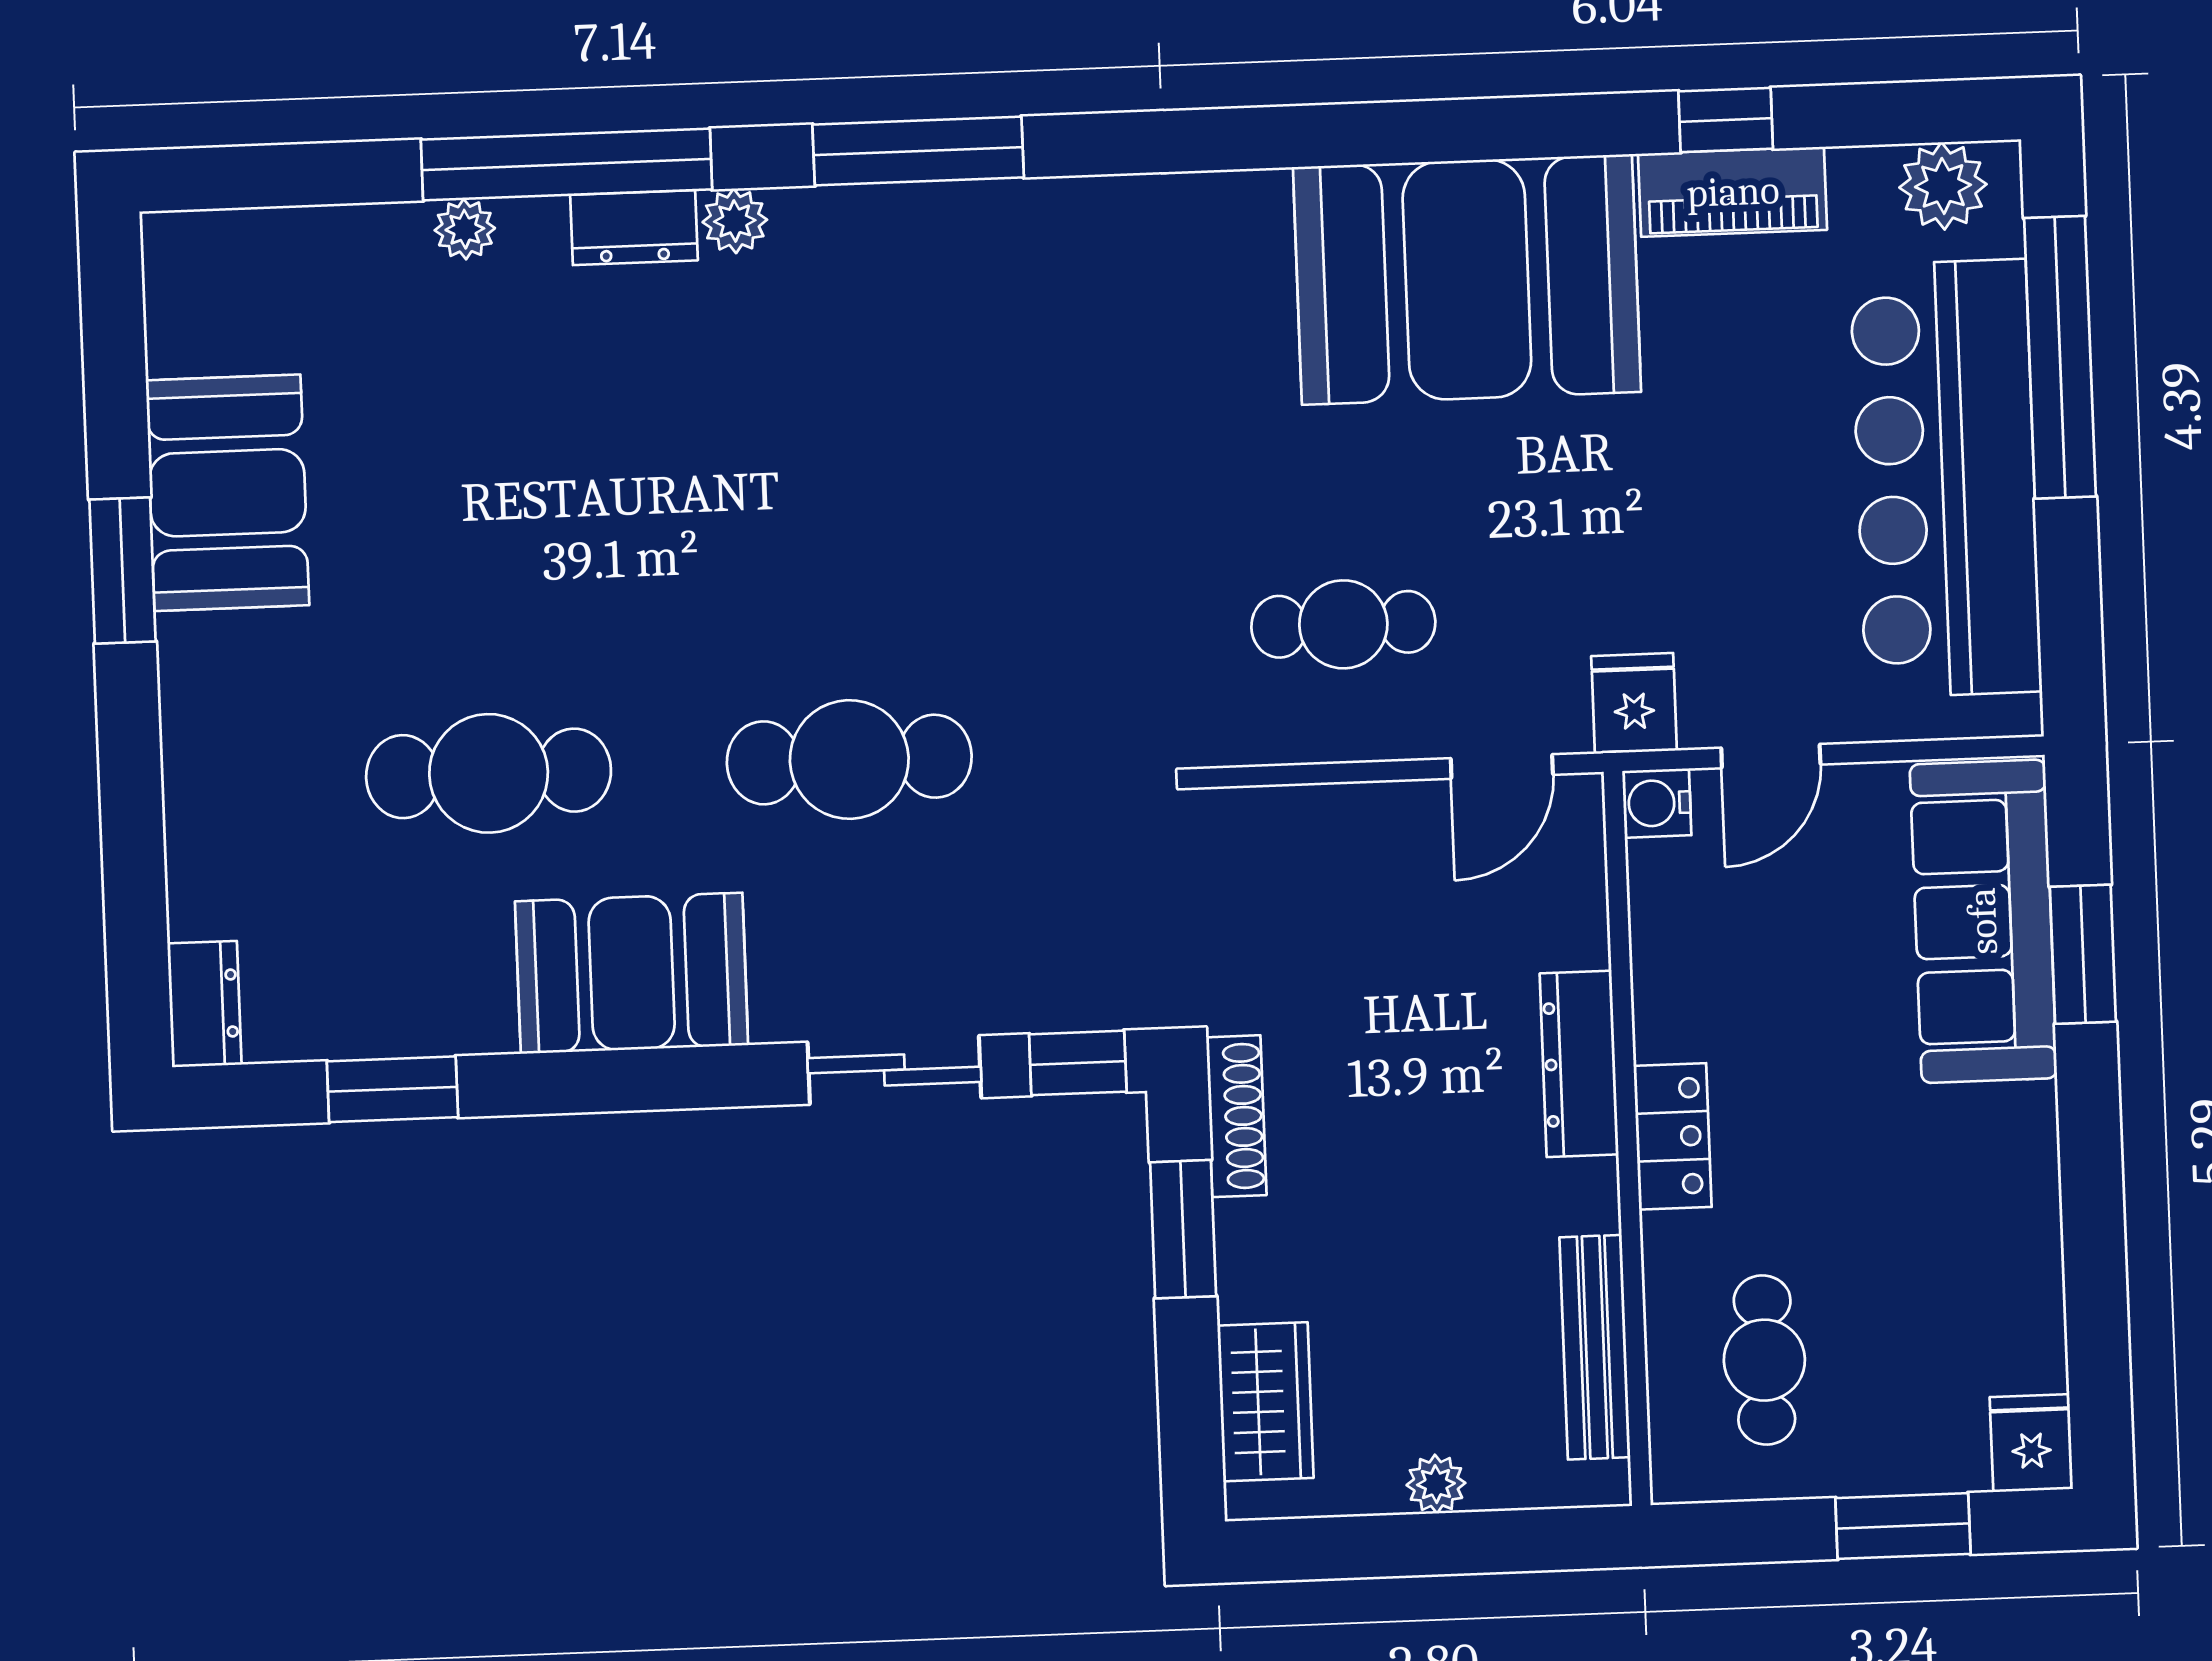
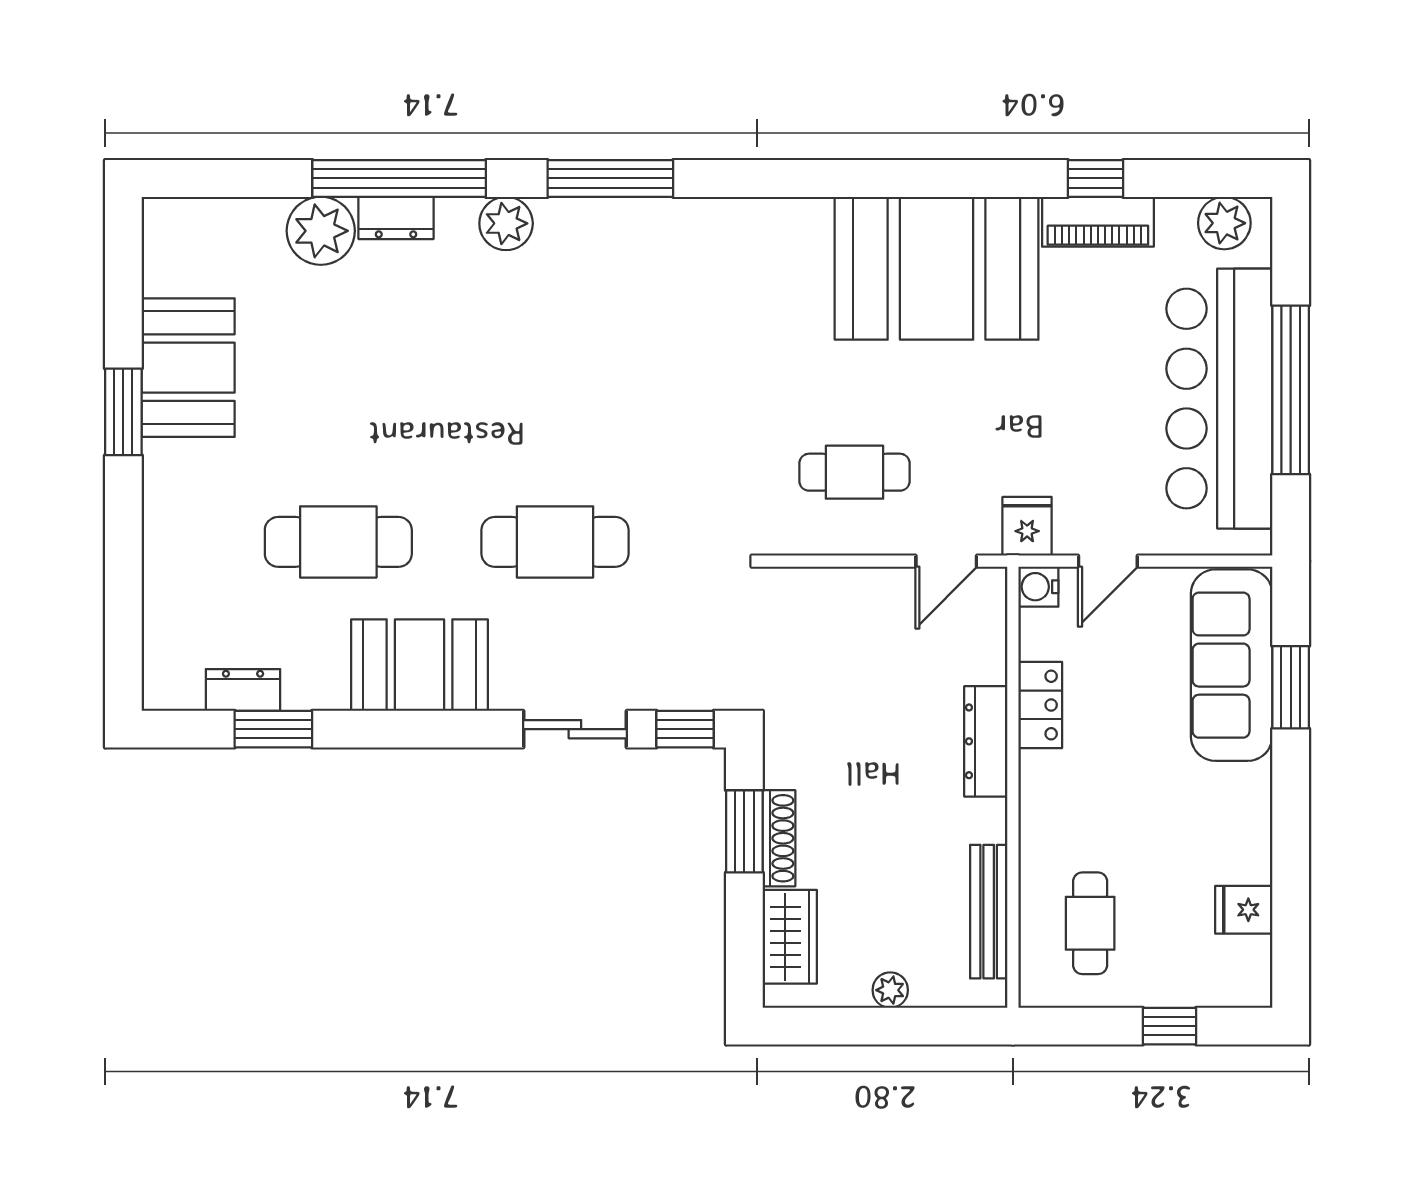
plant: (735, 221) -> (506, 223), width x1.38, depth x1.38
dresser: (634, 228) -> (396, 218), moved
plant: (465, 229) -> (321, 231), width x1.88, depth x1.88
window: (2060, 357) -> (1291, 390), moved
dresser: (204, 1004) -> (243, 690), moved, turned -90
shoe rack: (1236, 1116) -> (779, 838), moved
locker: (1673, 1136) -> (1040, 705), moved
fridge: (2031, 1443) -> (1244, 910), moved, turned -90
window: (1903, 1526) -> (1169, 1026), width x0.67

